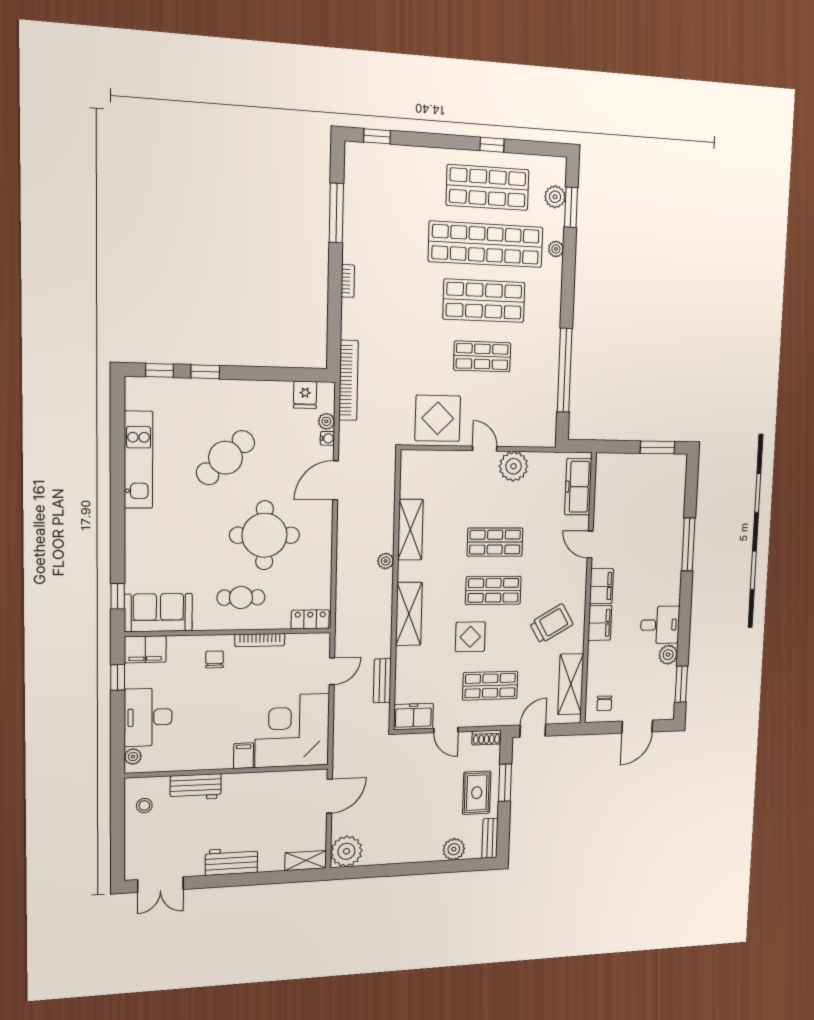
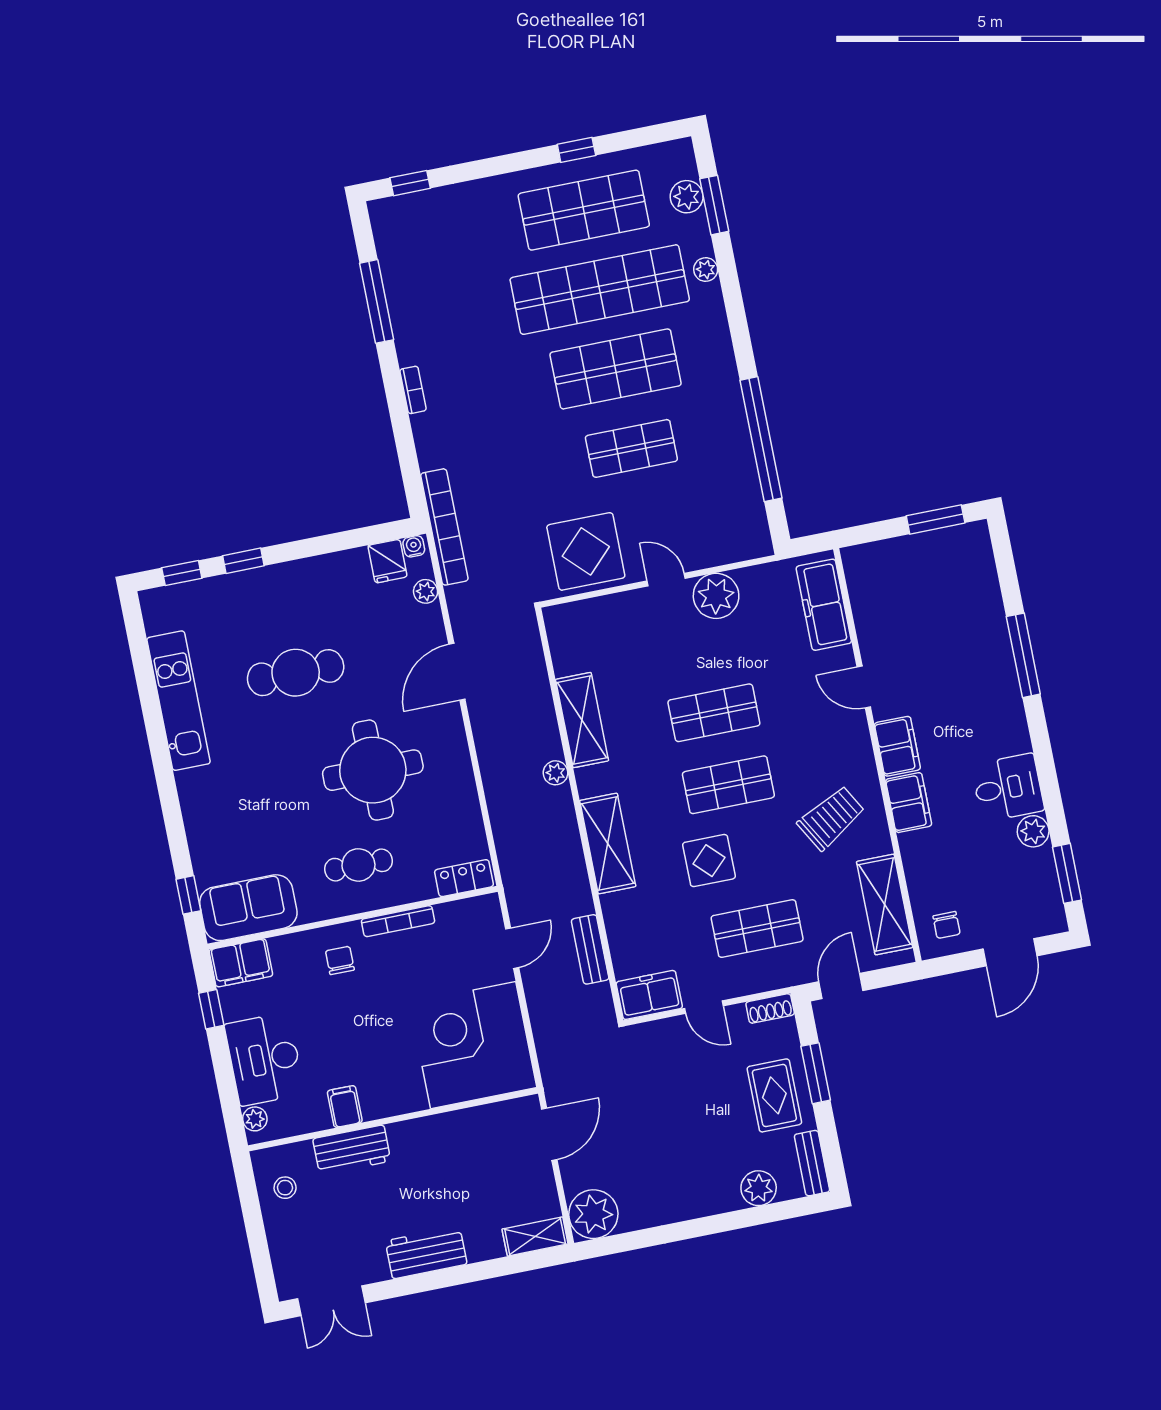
water cooler: (327, 438) -> (414, 546), moved, turned -90
cafe table: (225, 458) -> (296, 673), turned 43
filing cabinet: (244, 756) -> (345, 1107), moved

